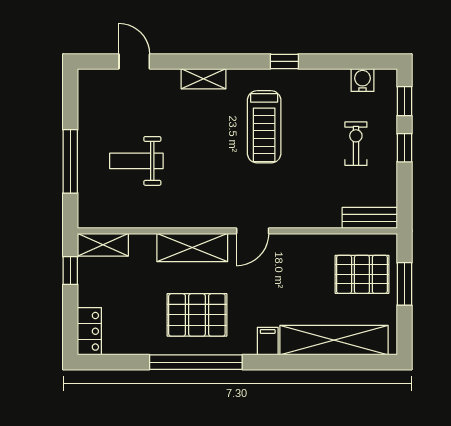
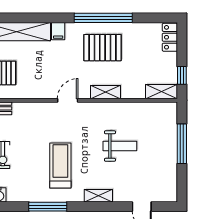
window: (284, 61) -> (48, 207), width x2.17
weight bench: (136, 161) -> (120, 146), moved
shelving: (192, 247) -> (106, 92), width x0.67, depth x0.75

